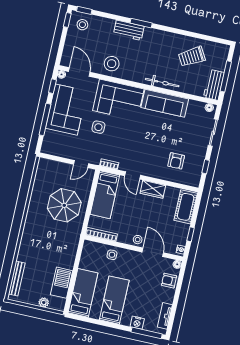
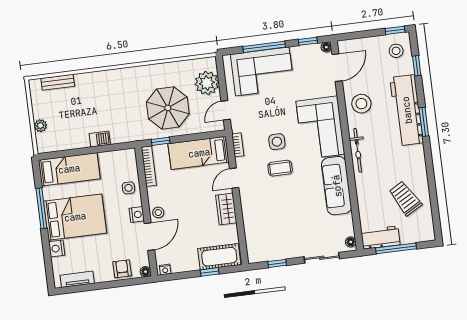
window: (84, 10) -> (417, 66), moved
workbench: (129, 30) -> (407, 110), width x1.88, depth x1.32
bicycle: (162, 83) -> (358, 150), moved
corner sofa: (66, 110) -> (262, 71), moved
side table: (98, 127) -> (277, 142), moved
coffee table: (137, 140) -> (280, 168), added
armchair: (176, 161) -> (271, 225), removed
door: (81, 164) -> (226, 110), hinge flipped
plant: (56, 170) -> (207, 83), added
window: (87, 219) -> (161, 141), added
window: (191, 234) -> (210, 272), moved
nightstand: (133, 256) -> (137, 215), added
bench: (17, 279) -> (58, 82), width x0.73
barbecue: (62, 283) -> (100, 139), moved, width x0.53, depth x0.65
bed: (114, 300) -> (75, 217), width x1.50
window: (147, 333) -> (41, 208), moved

